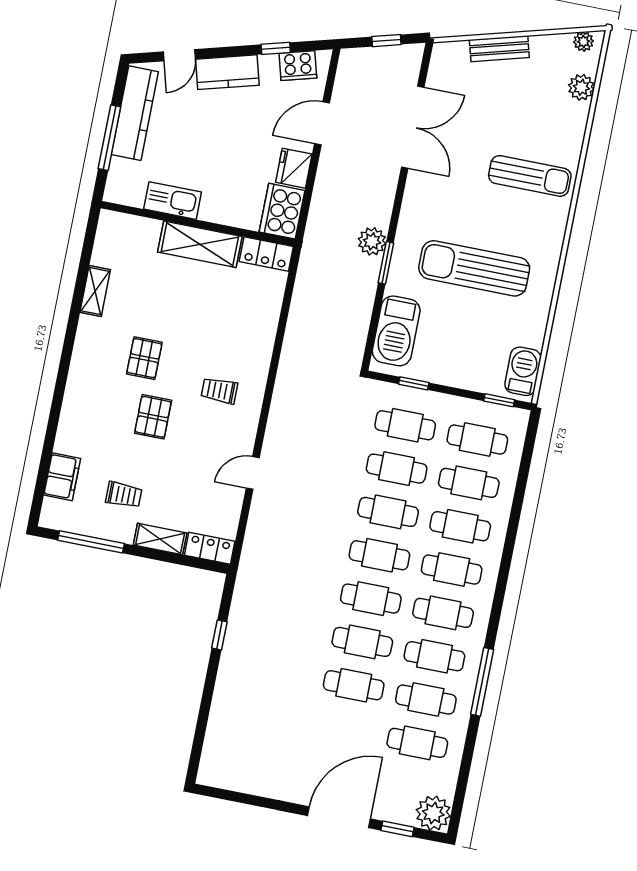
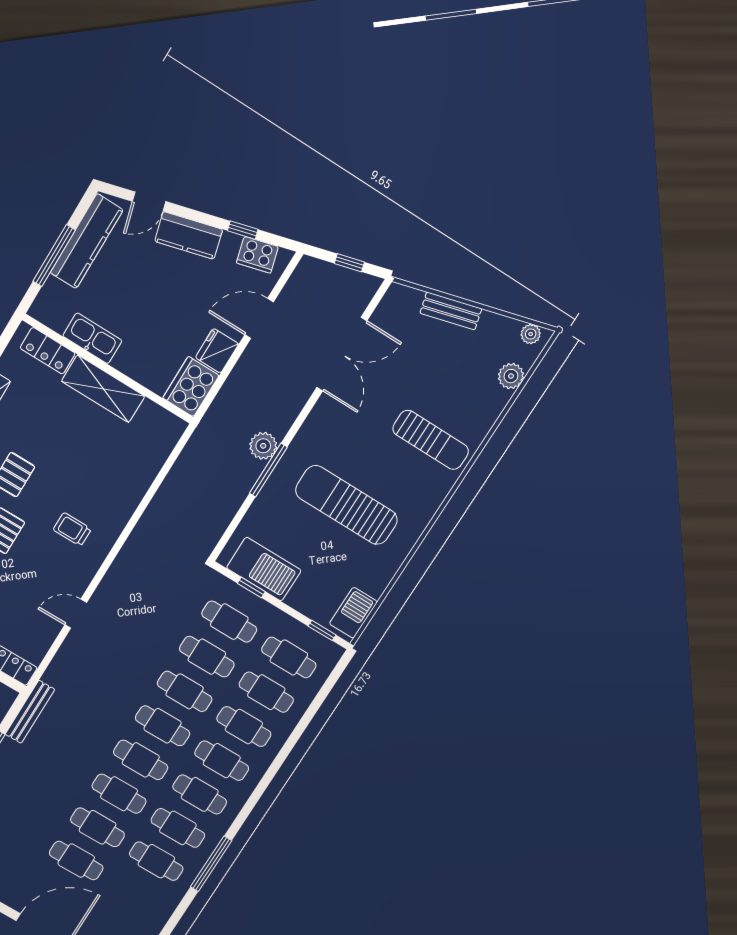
locker: (266, 254) -> (48, 351), moved
window: (386, 263) -> (268, 470), width x1.44
barbecue: (396, 331) -> (264, 569), moved, turned -90
bench: (243, 589) -> (30, 712), added
cafe table: (417, 743) -> (76, 861), moved

